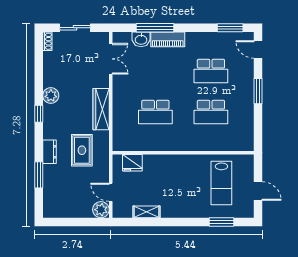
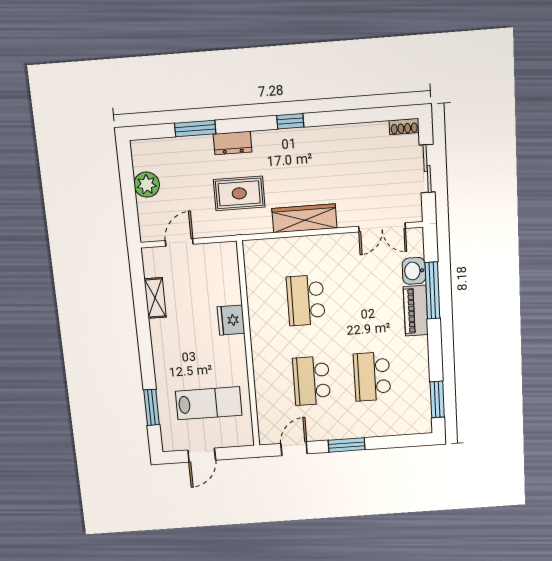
door: (258, 49) -> (294, 449), moved
plant: (51, 96) -> (320, 138), removed
fridge: (132, 163) -> (231, 320), moved
lab bench: (221, 183) -> (209, 403), turned 180
plant: (101, 210) -> (147, 185), moved

